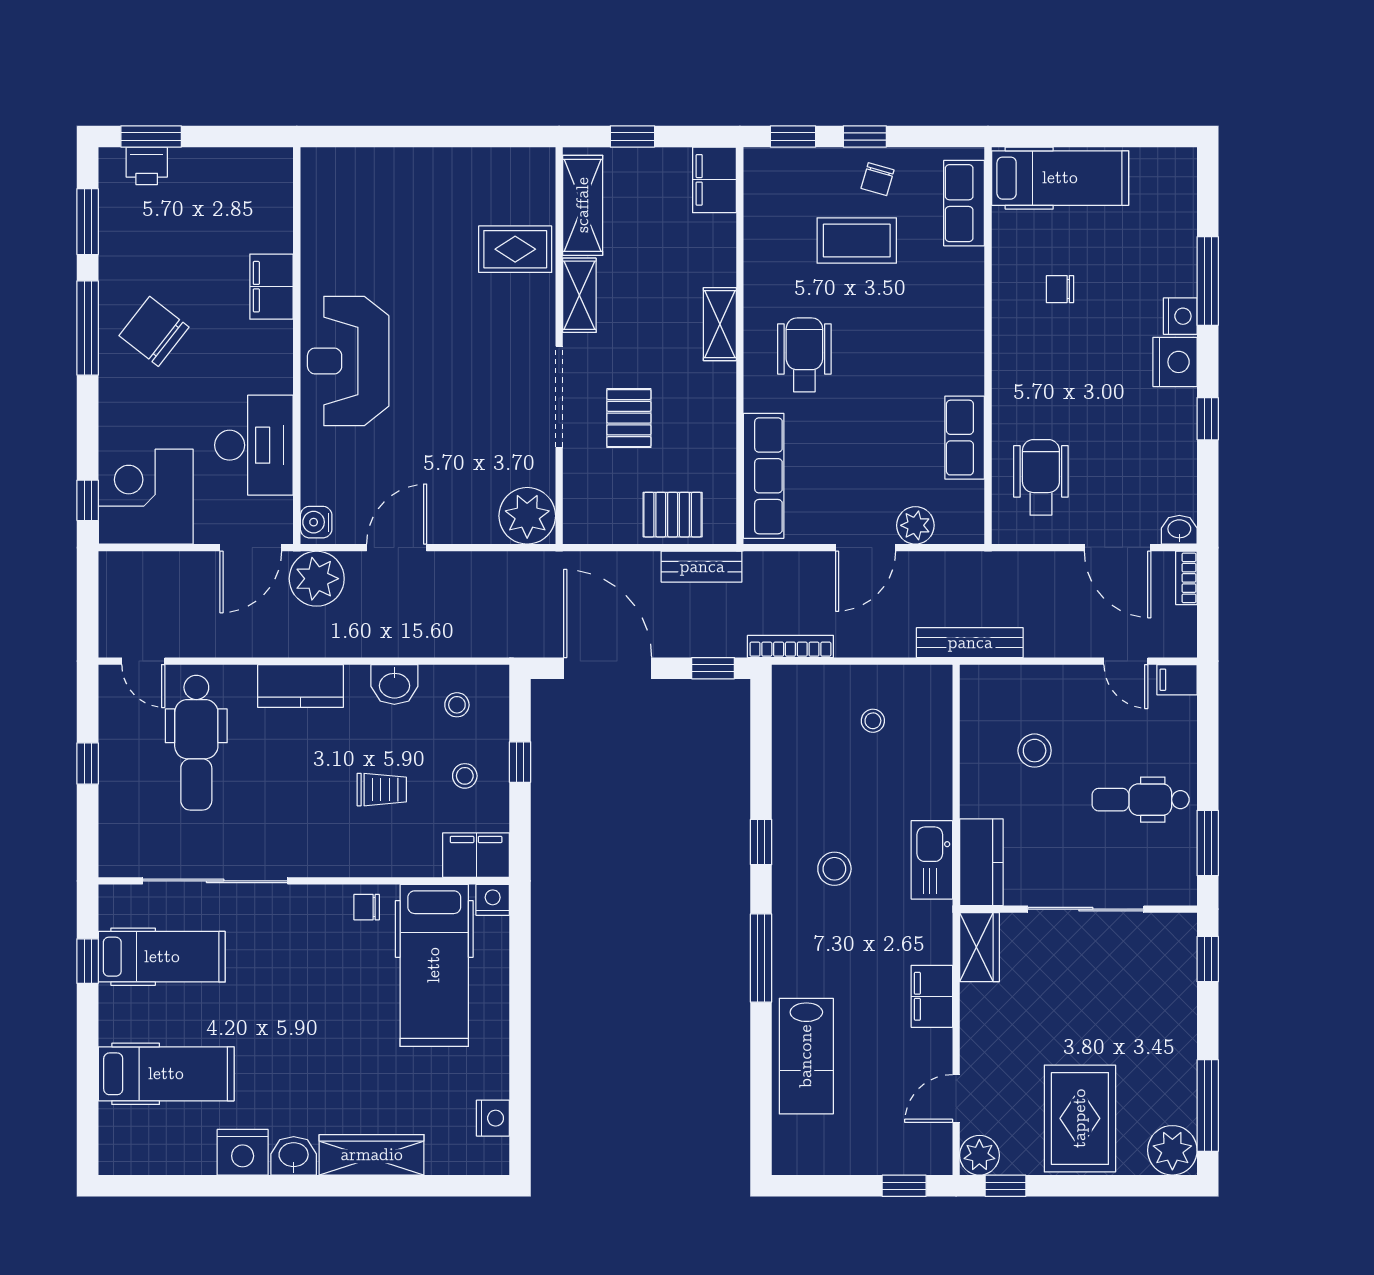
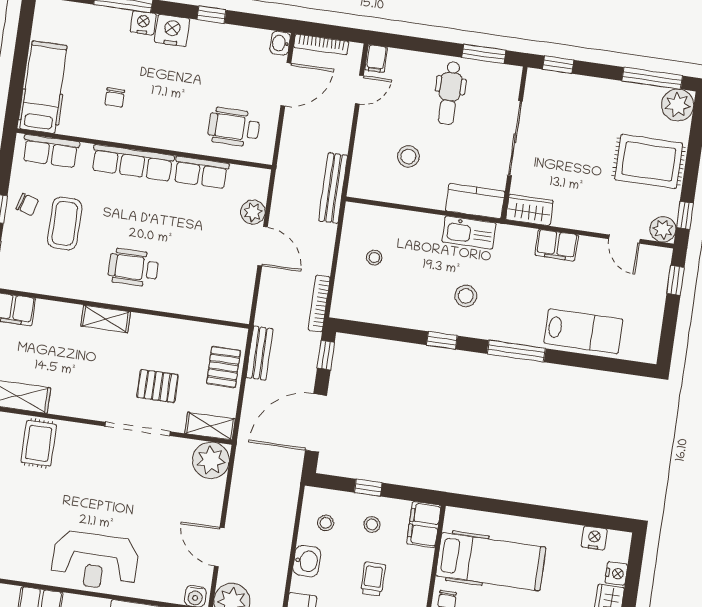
shelving: (579, 295) -> (210, 426), moved
row of seats: (764, 476) -> (133, 163), moved, turned 180
bookcase: (1186, 578) -> (321, 44), width x1.56
nightstand: (493, 900) -> (616, 573), moved, turned 180

